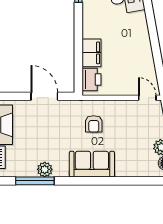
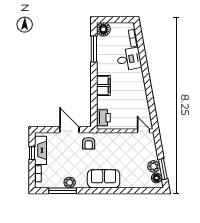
filing cabinet: (91, 53) -> (103, 86), moved
armchair: (94, 124) -> (89, 143), moved

